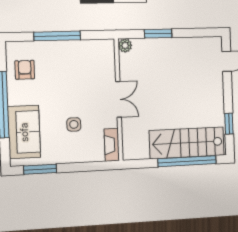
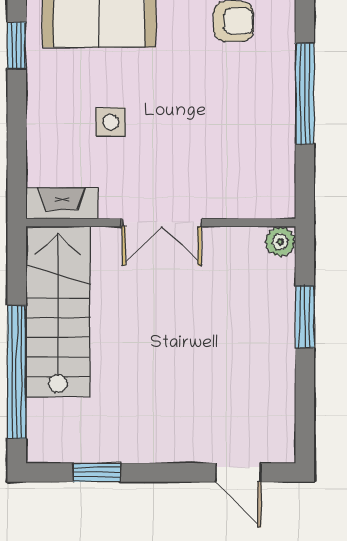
stairs: (187, 143) -> (58, 312), moved
window: (40, 169) -> (17, 45), width x0.67

